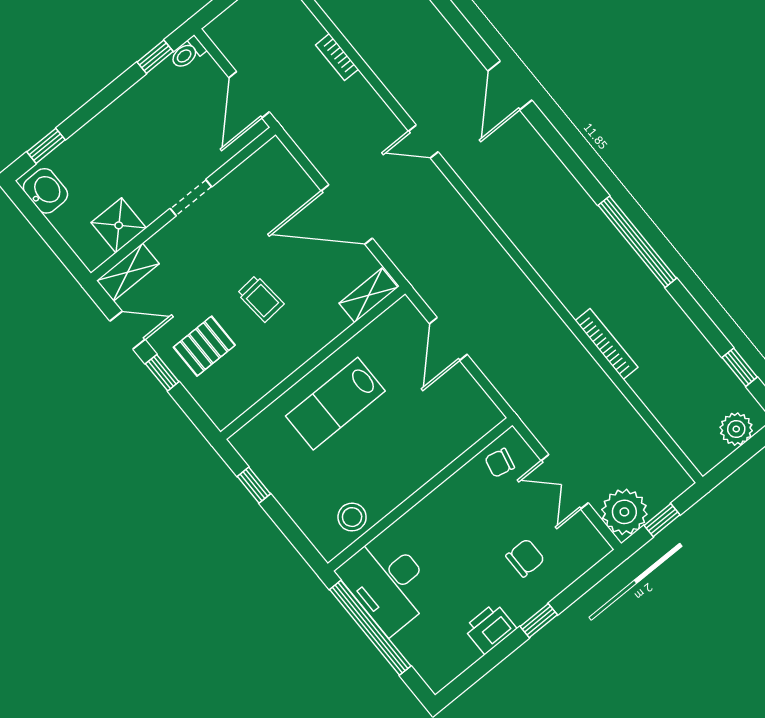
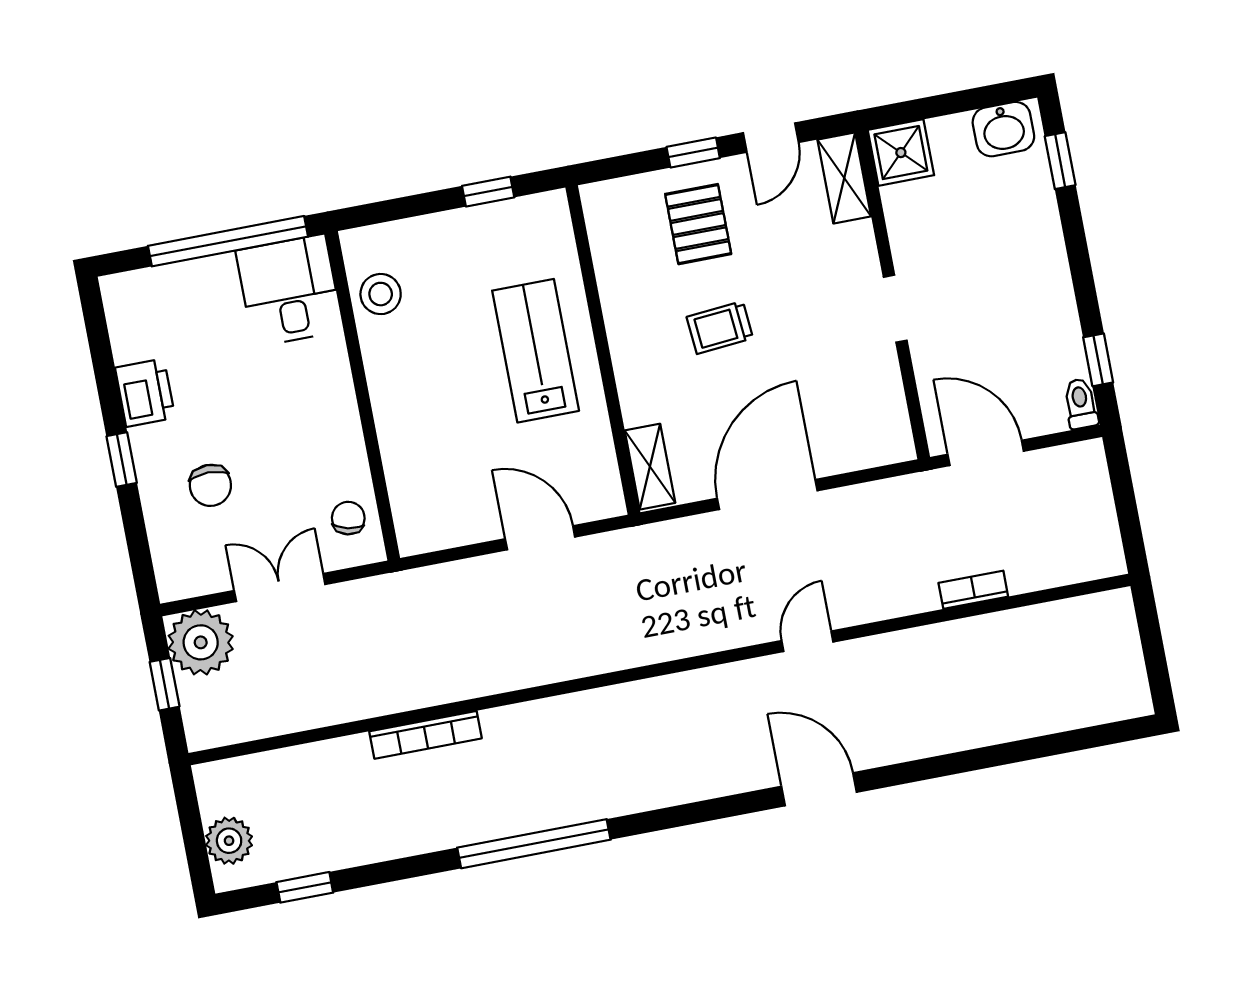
shower: (119, 225) -> (901, 153), moved
desk: (388, 583) -> (289, 291), width x0.73

